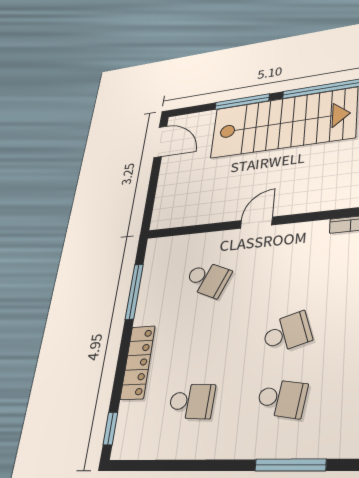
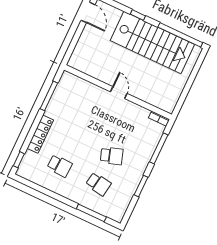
window: (242, 102) -> (138, 15), width x0.46
door: (256, 223) -> (119, 93), hinge flipped
school desk: (208, 279) -> (86, 109), removed

